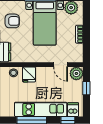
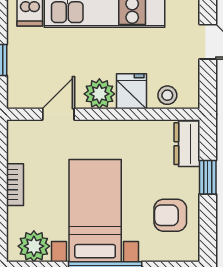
door: (61, 65) -> (58, 114), hinge flipped
plant: (76, 73) -> (99, 94), moved

